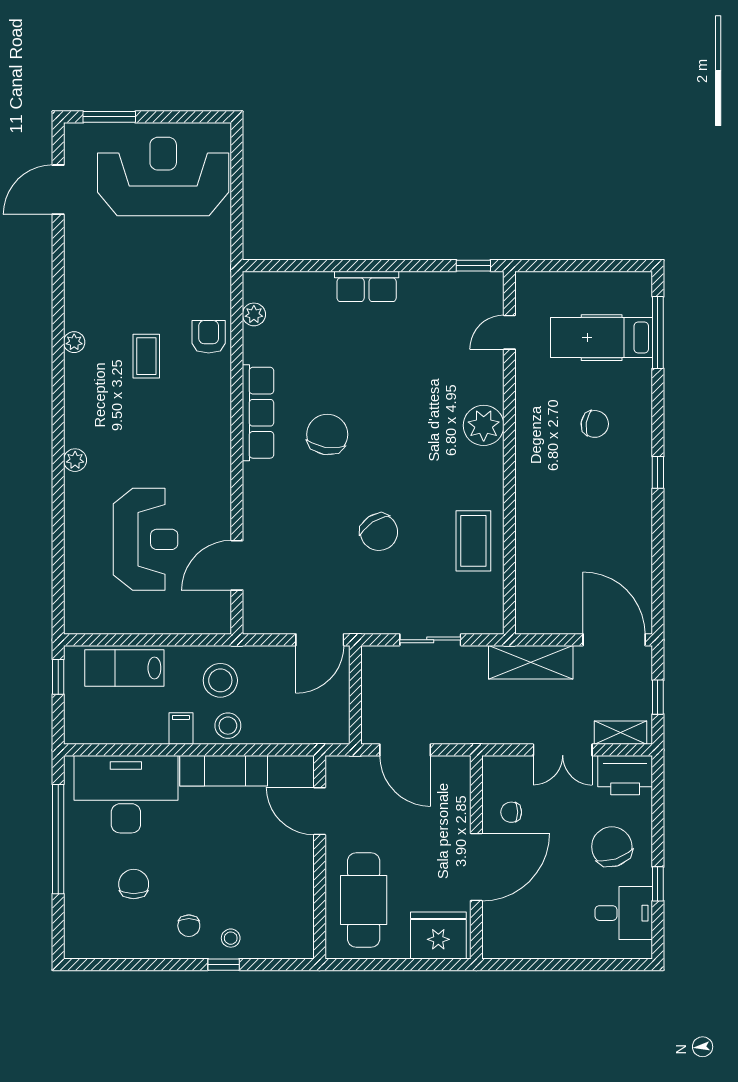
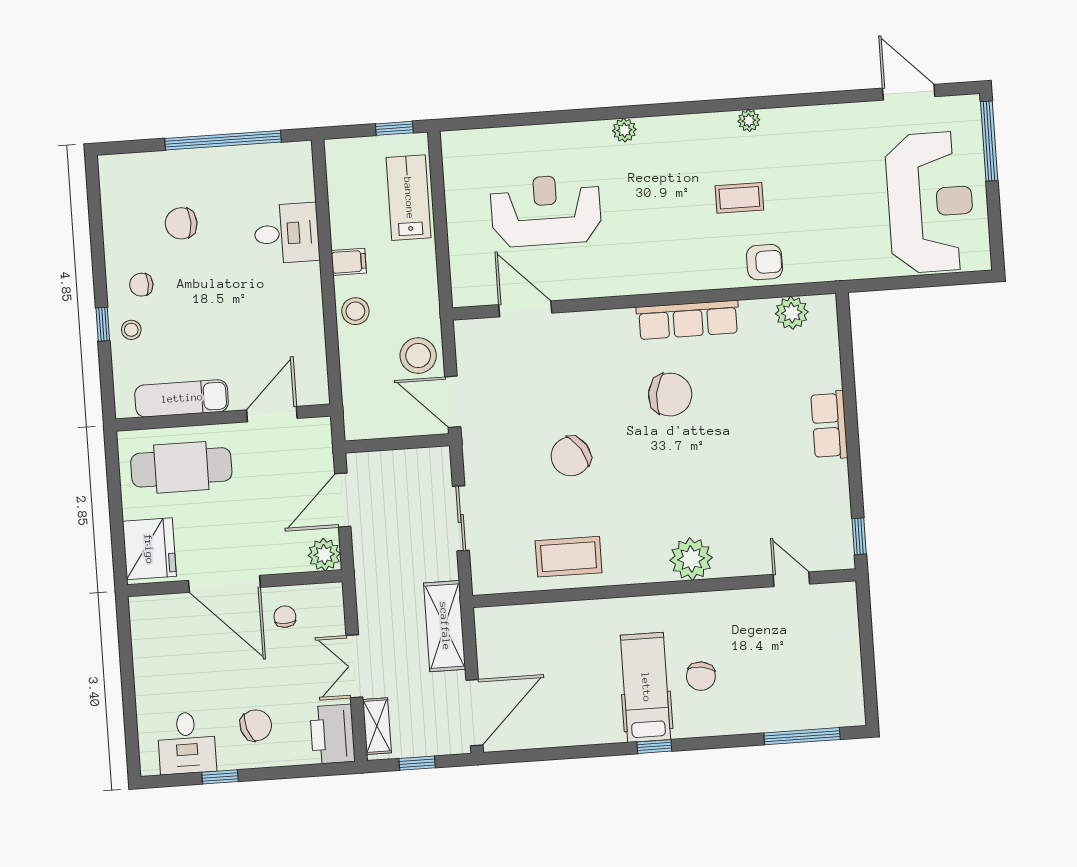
window: (109, 117) -> (989, 141), width x1.44
plant: (254, 314) -> (792, 313), width x1.38, depth x1.38
hospital bed: (602, 338) -> (646, 687), moved
reception desk: (146, 539) -> (546, 210), turned 180
stool: (220, 680) -> (418, 356), moved
exam couch: (224, 771) -> (182, 398), moved, turned 90
plant: (455, 771) -> (324, 555), added
desk: (126, 794) -> (287, 233), width x0.53, depth x0.77
chair: (612, 847) -> (256, 725), width x0.73, depth x0.73
chair: (134, 884) -> (181, 223), turned 180

